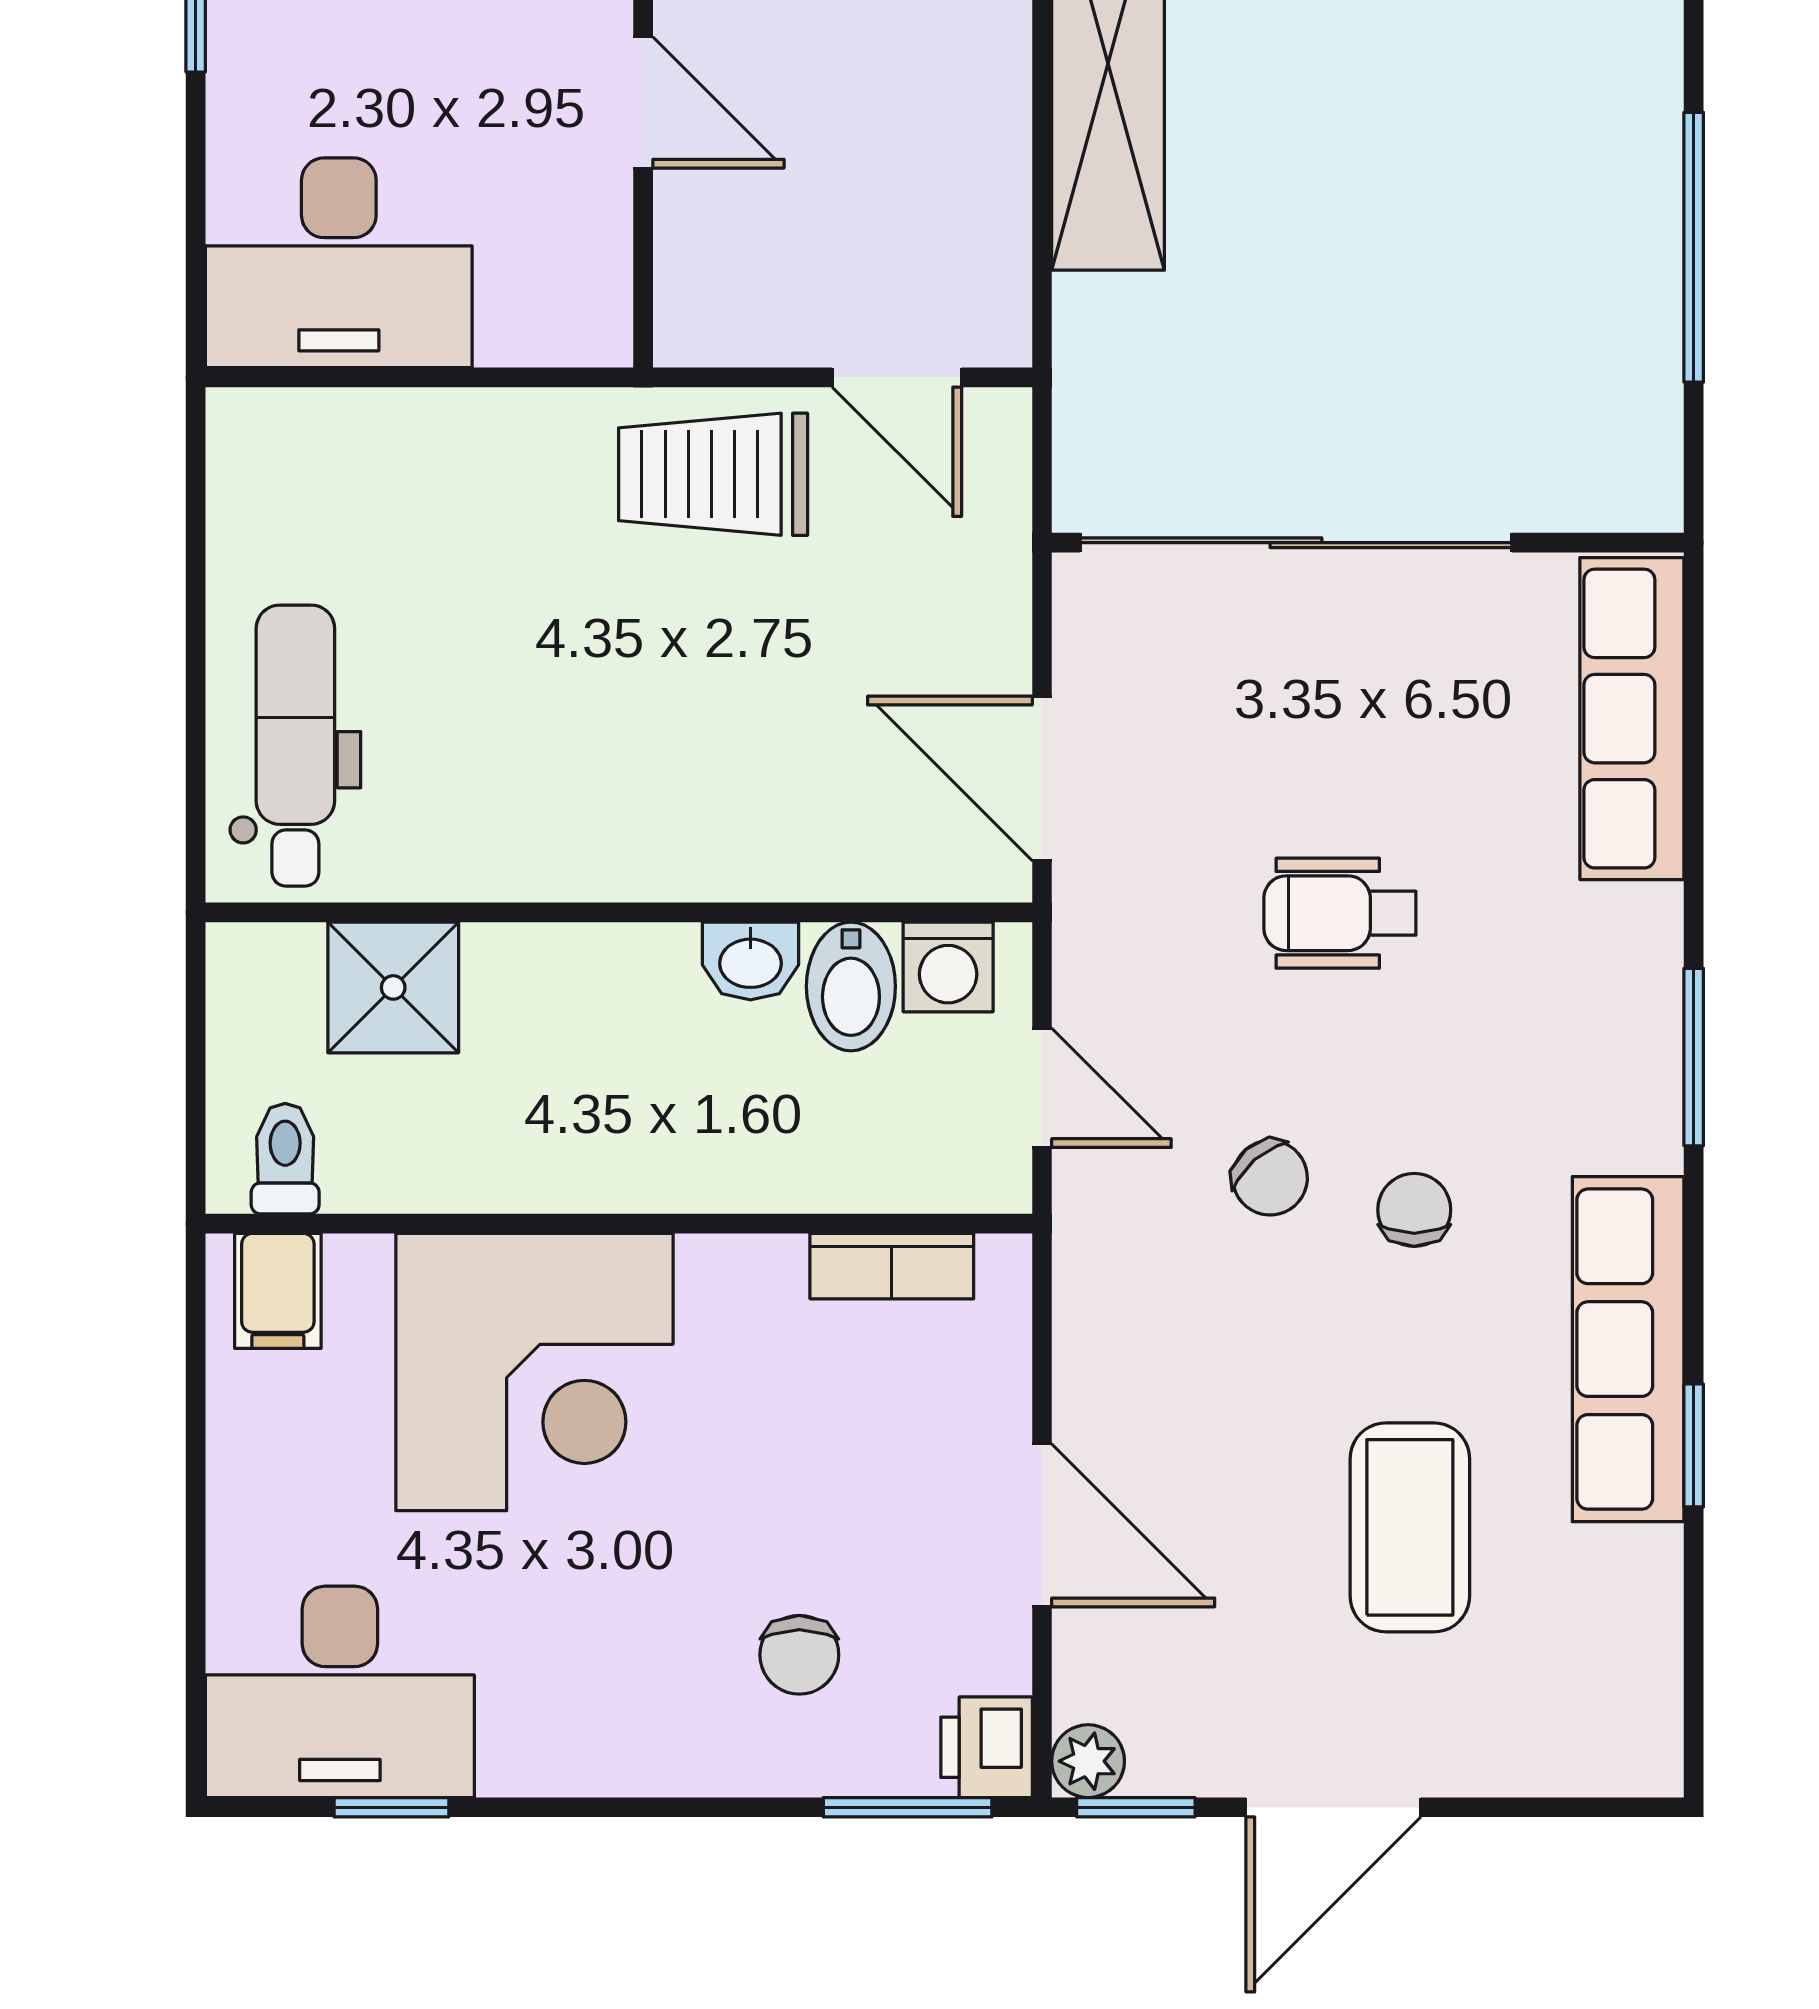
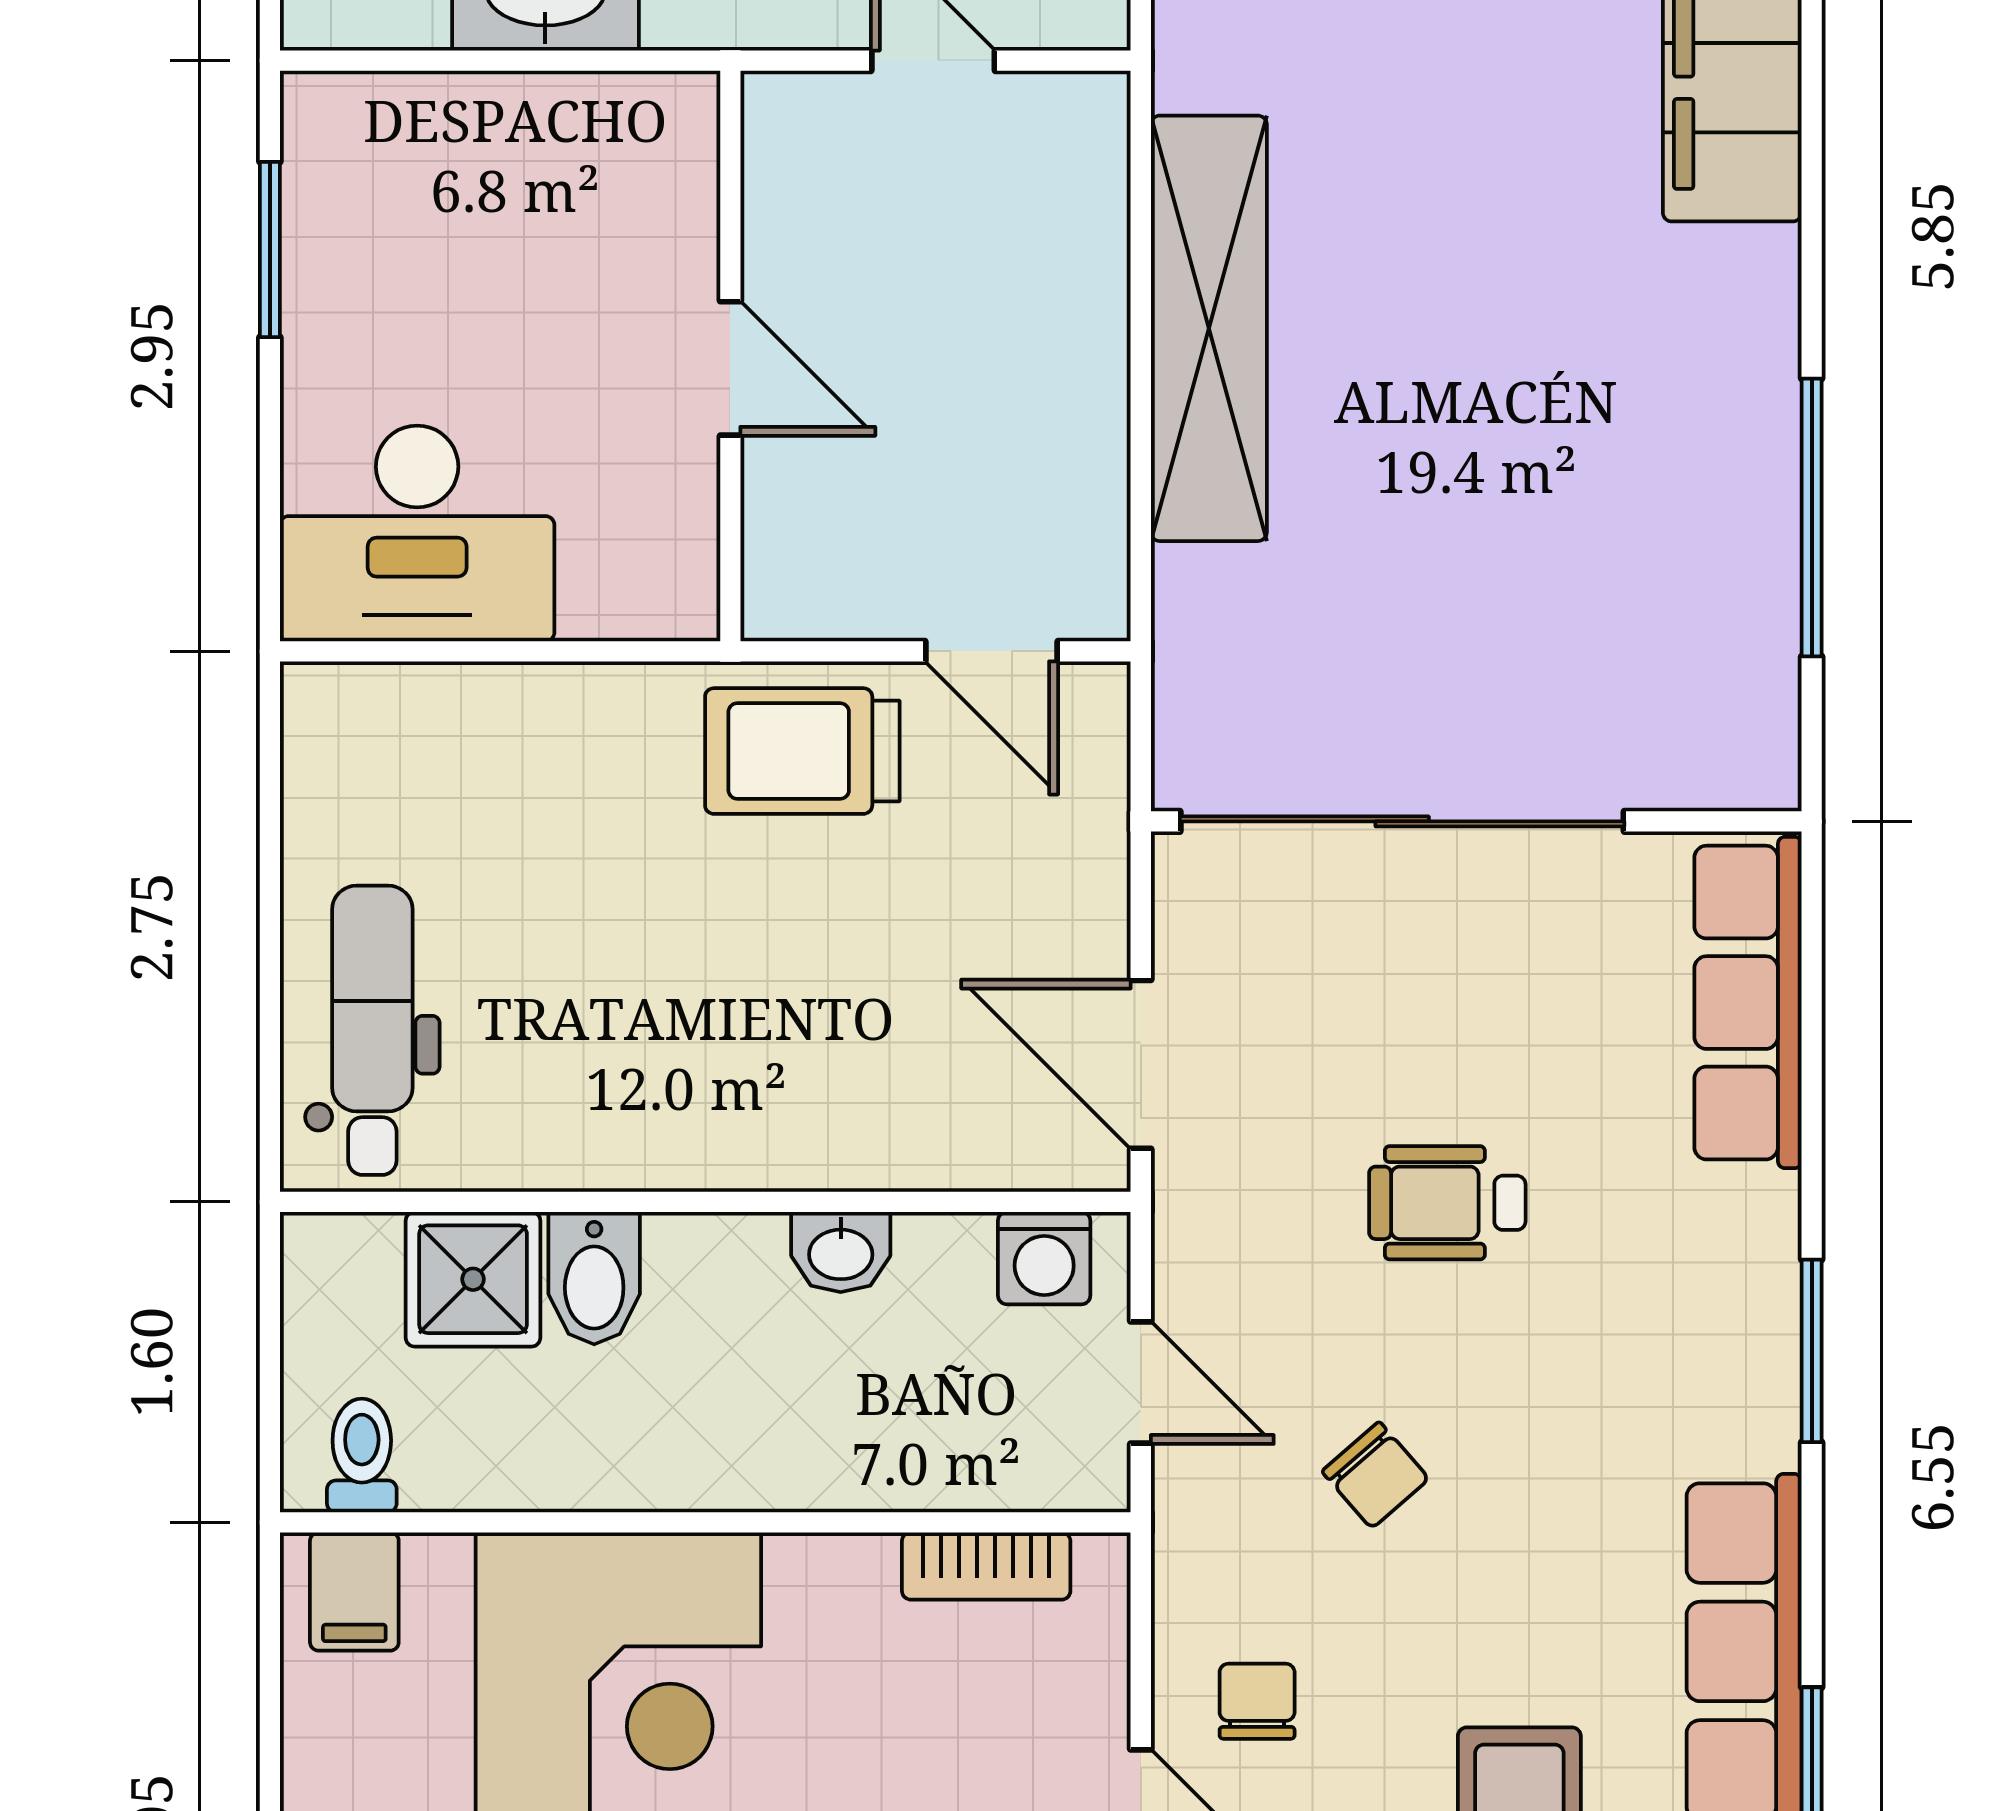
bidet: (851, 986) -> (594, 1278), moved
chair: (1414, 1210) -> (1257, 1701), moved

